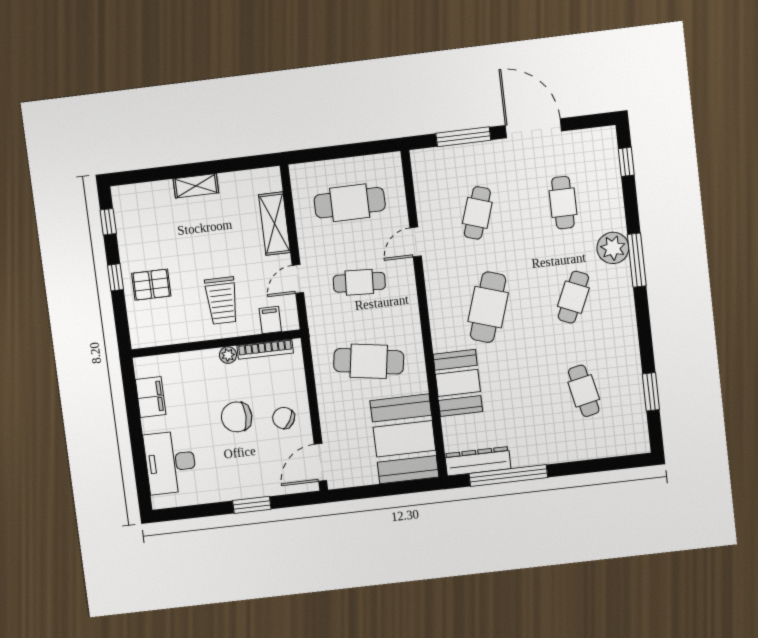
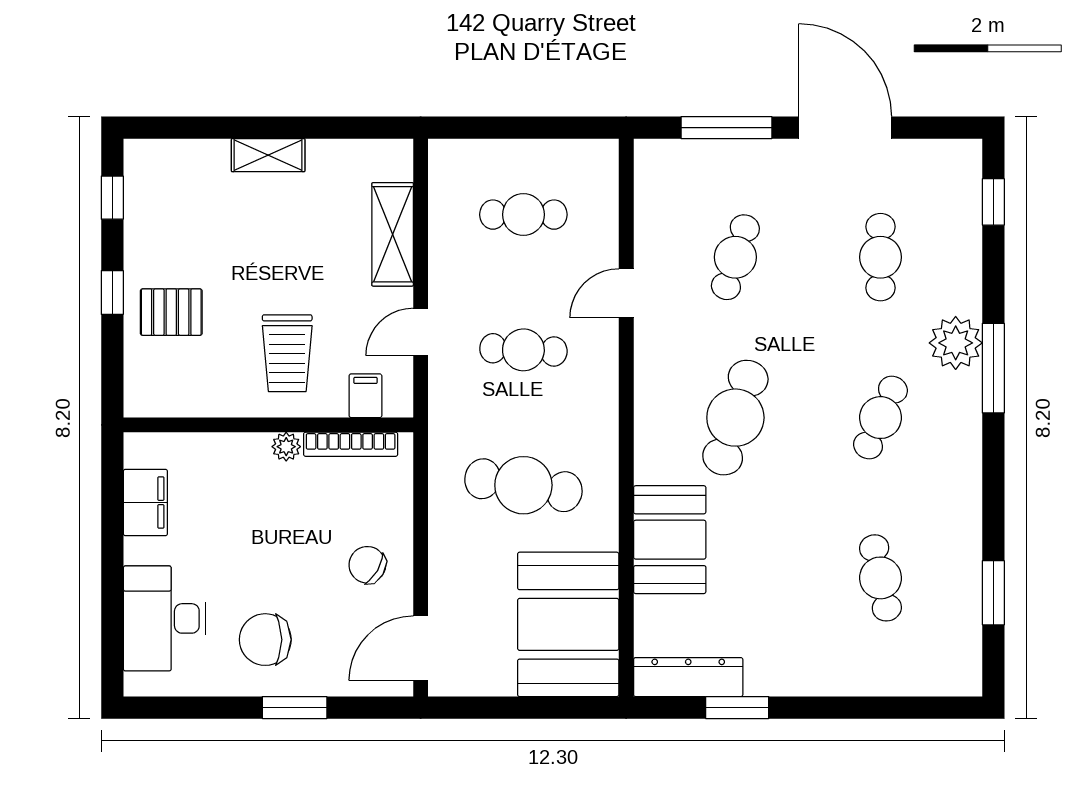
cafe table: (350, 203) -> (523, 215), width x0.73, depth x0.74
chair: (237, 417) -> (265, 640), moved
window: (508, 476) -> (737, 708), width x0.47

